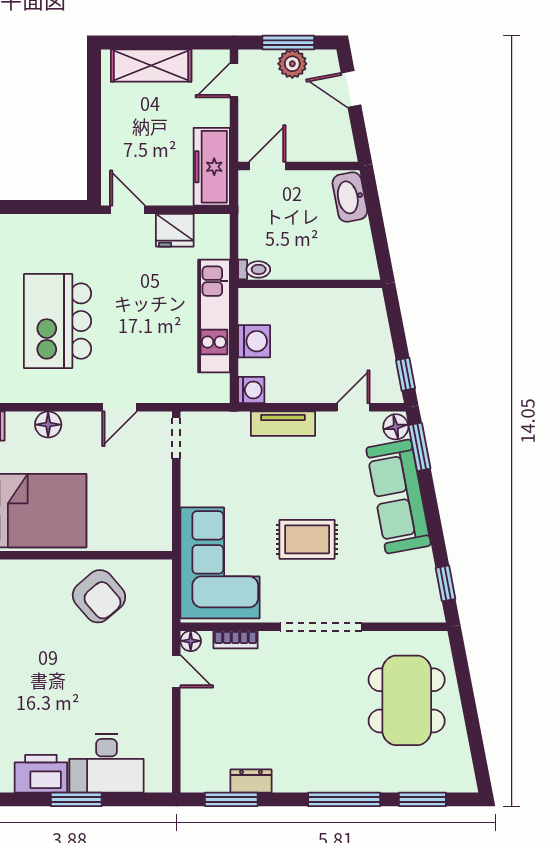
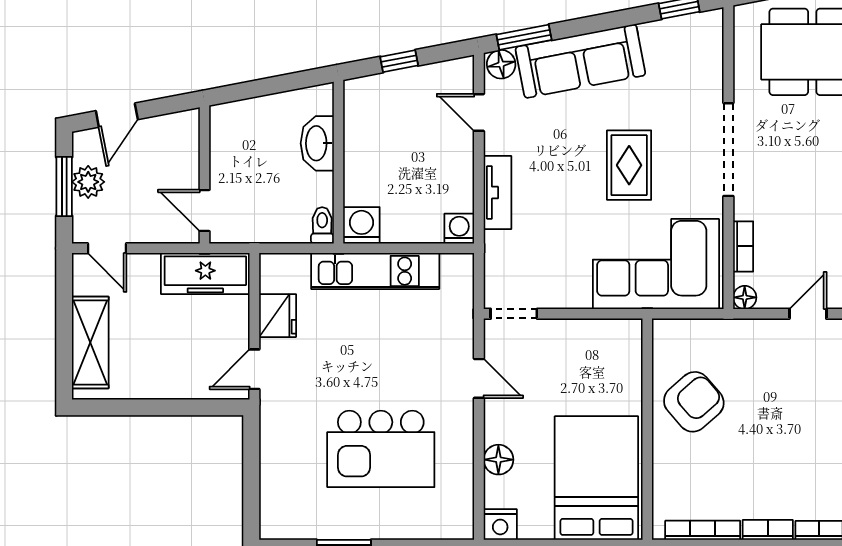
washbasin: (350, 197) -> (317, 143), moved, turned 101
washing machine: (254, 341) -> (361, 225), moved
window: (406, 374) -> (399, 61), moved
door: (176, 671) -> (808, 314), moved

